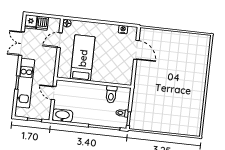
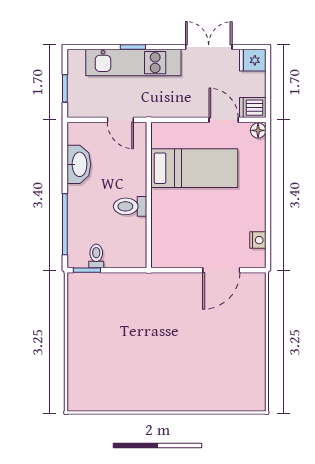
dishwasher: (42, 23) -> (253, 108), moved
door: (54, 93) -> (120, 120), swing flipped
toilet: (111, 94) -> (130, 206), moved
washbasin: (62, 116) -> (79, 164), moved

